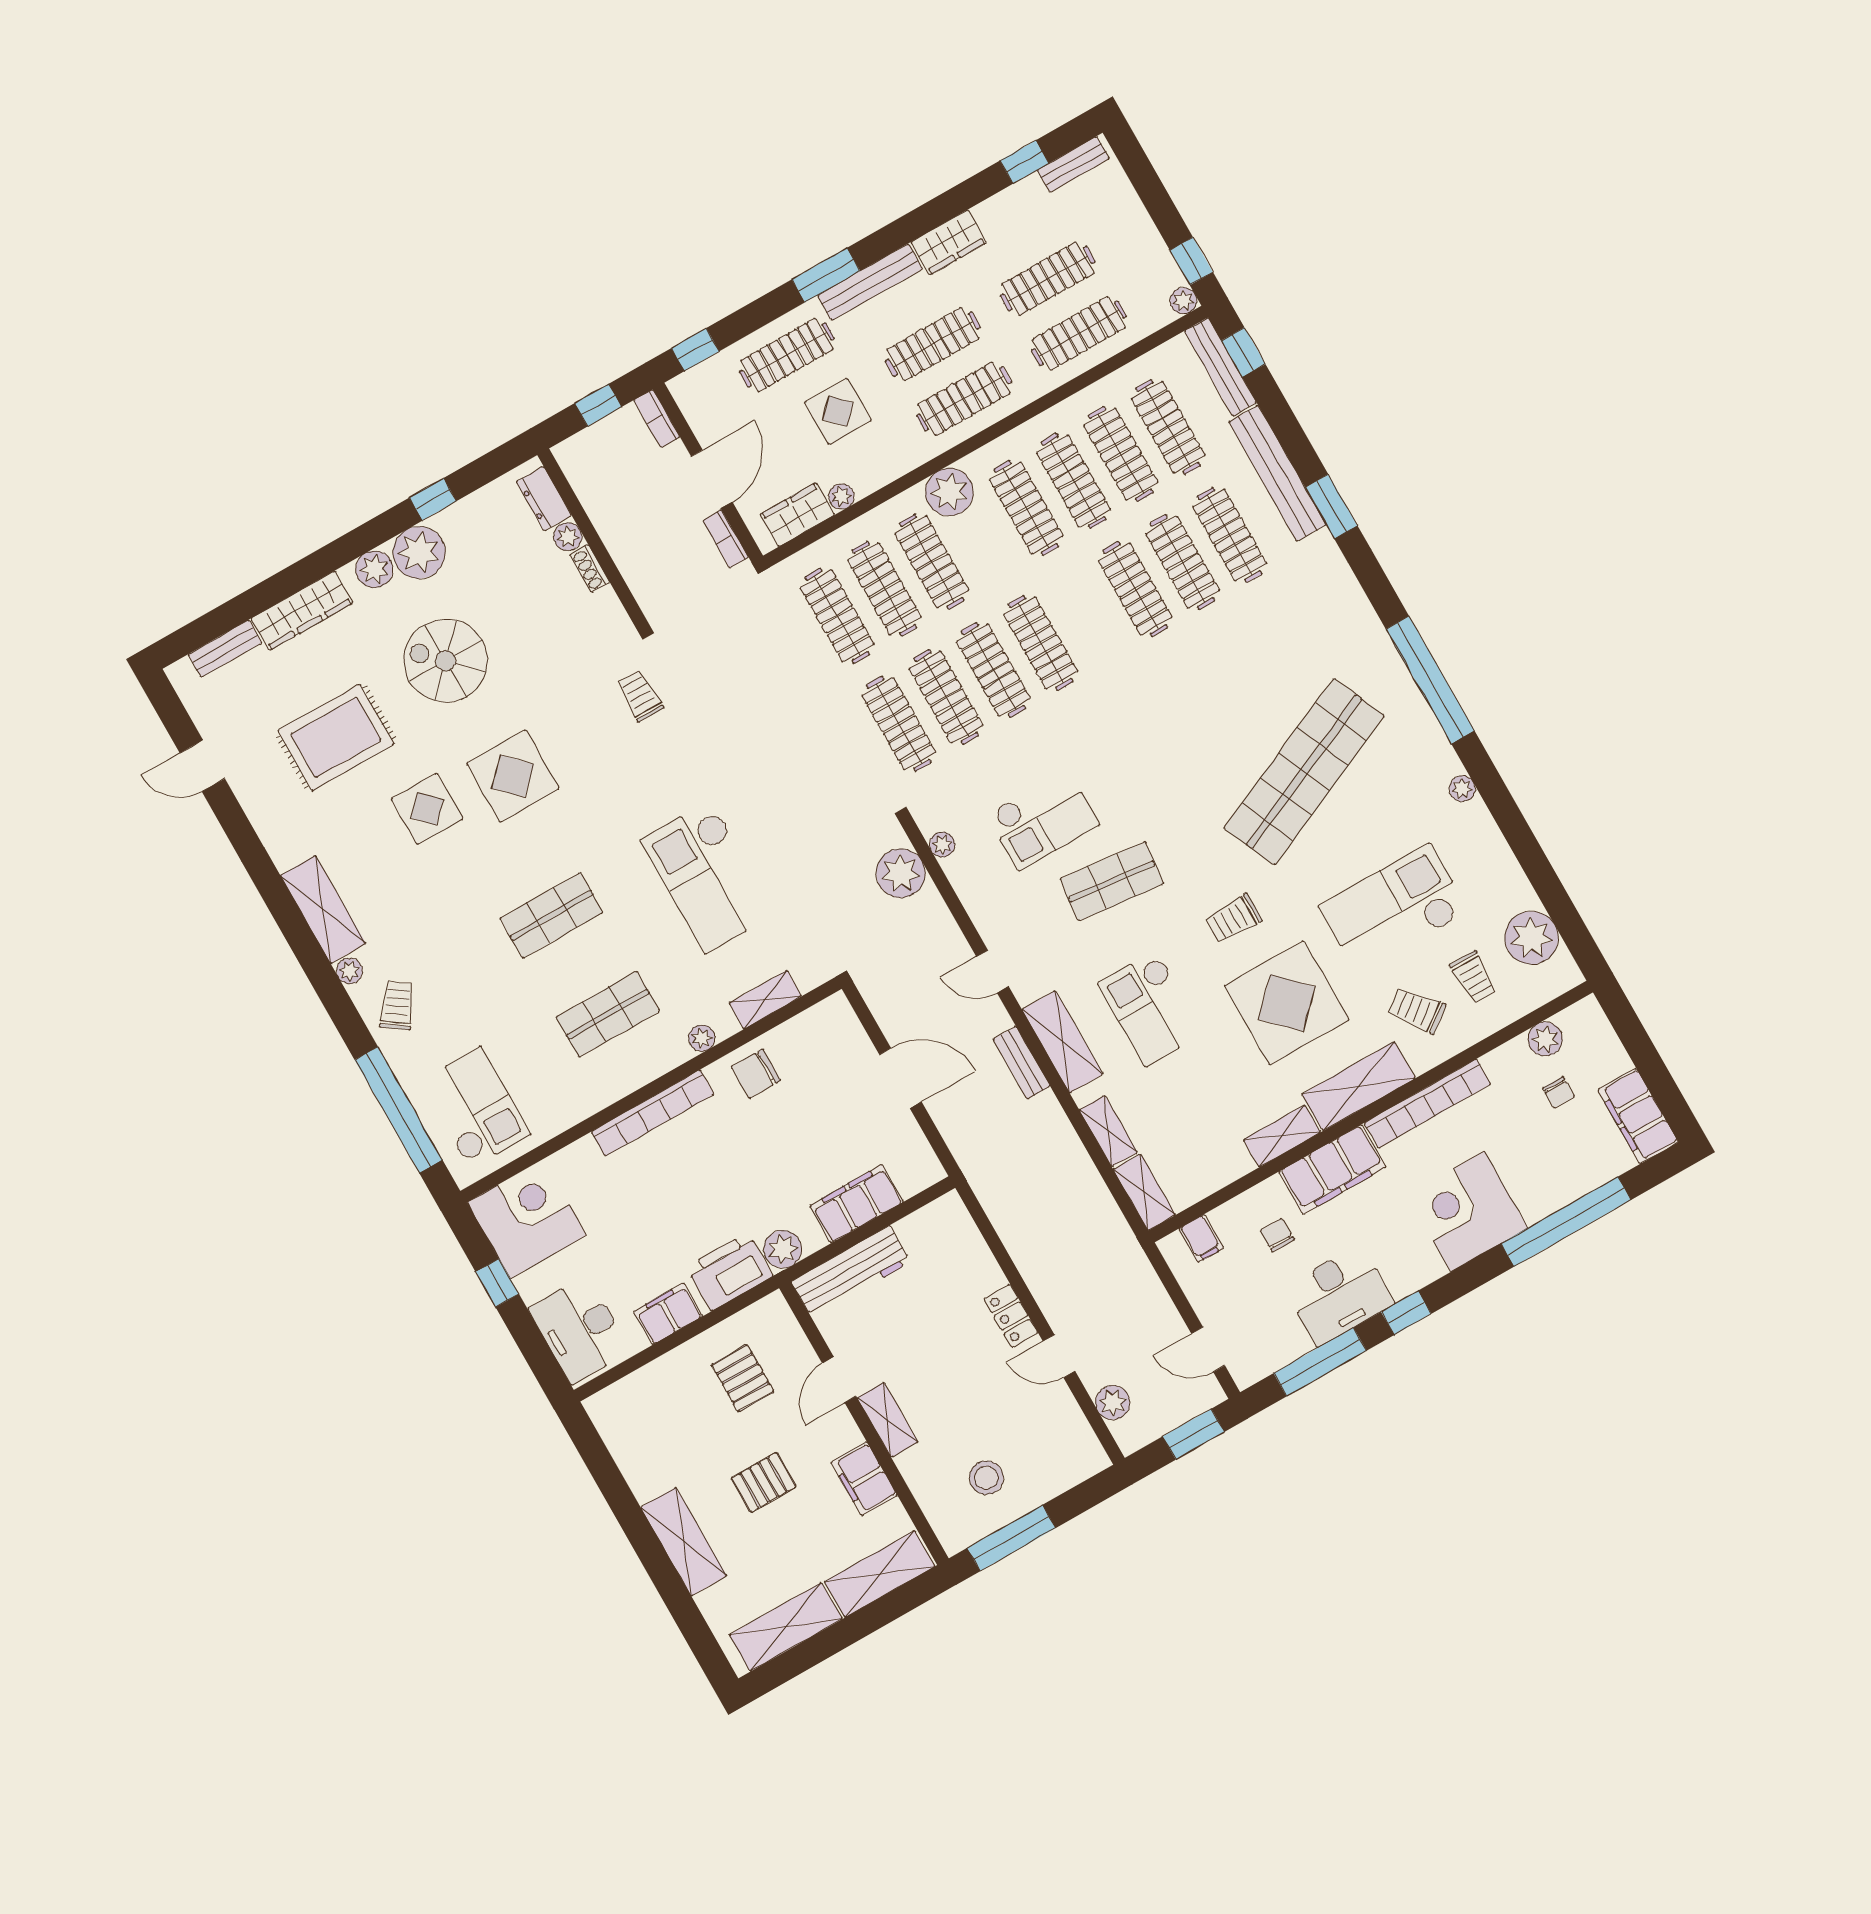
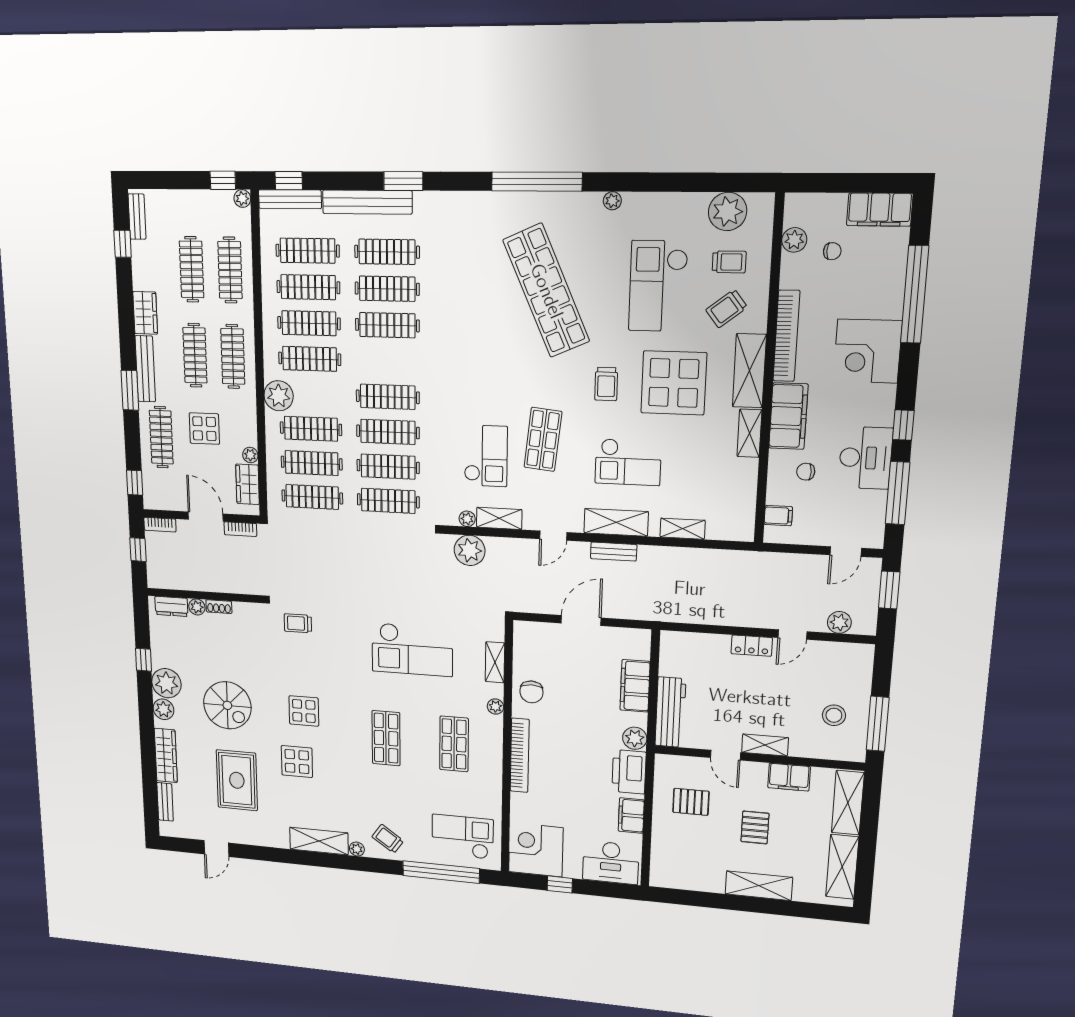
spiral stairs: (446, 661) -> (227, 705), turned -90
display table: (513, 776) -> (304, 711), width x0.73, depth x0.73
shelving: (1144, 1192) -> (499, 518), moved

